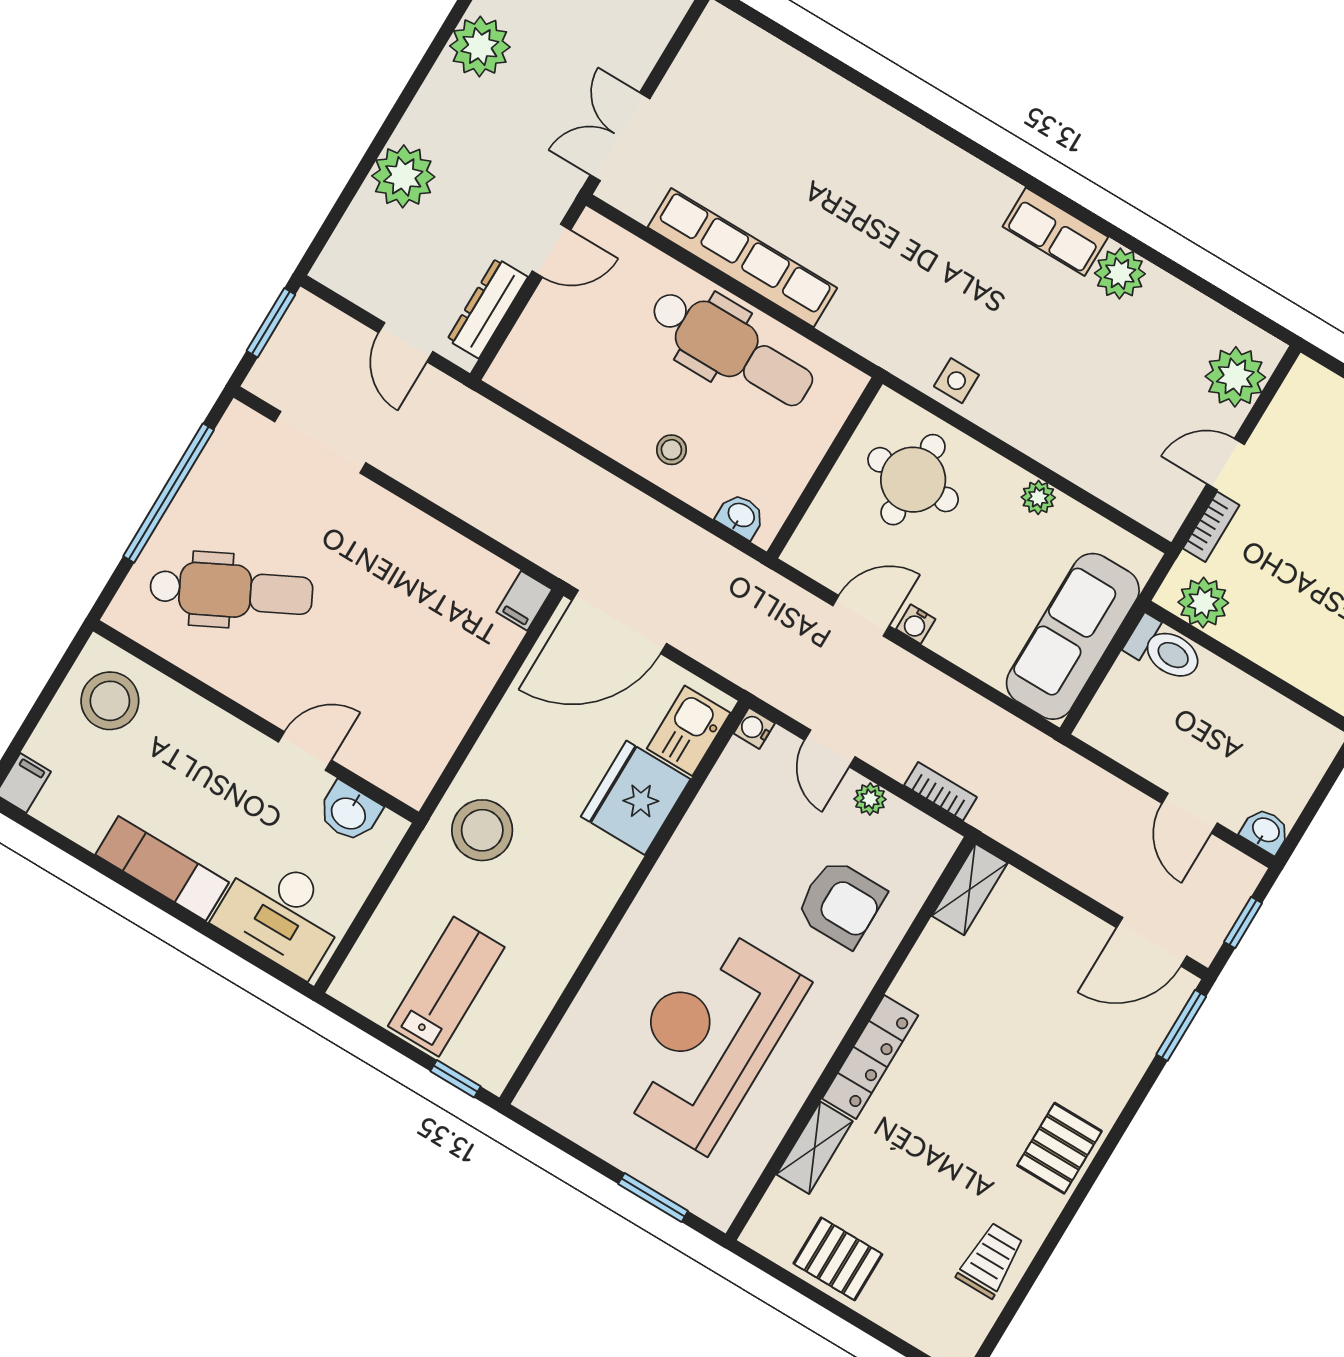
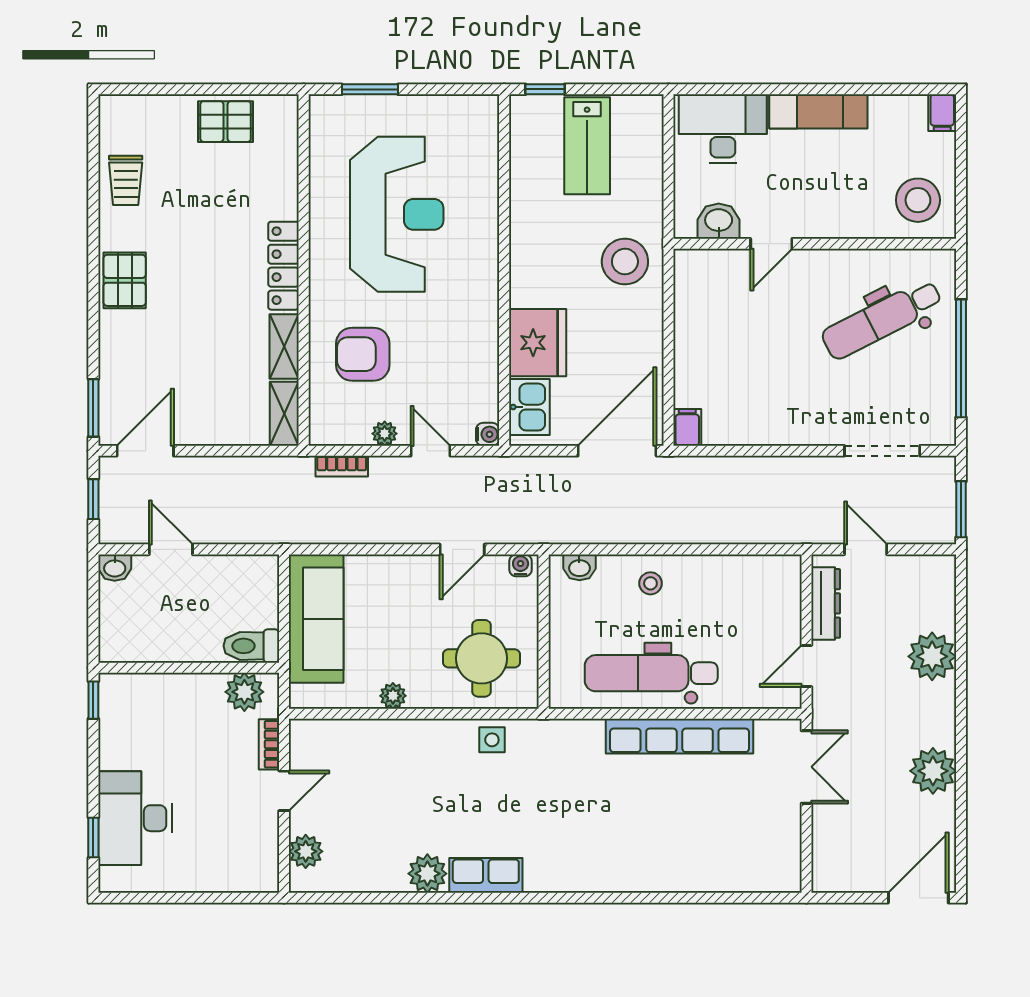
plant: (1235, 377) -> (306, 851), width x0.73, depth x0.73
water cooler: (916, 624) -> (521, 565), moved
shelving: (815, 1148) -> (284, 347), moved

